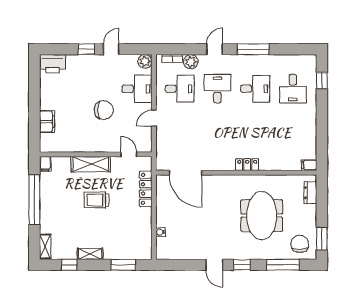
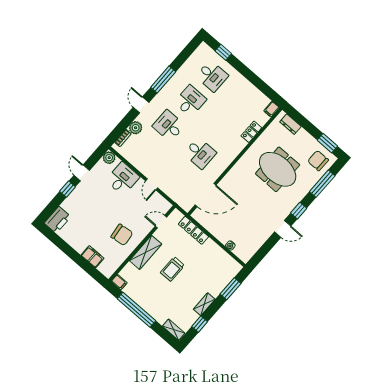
desk: (180, 89) -> (200, 153), moved, turned 90
chair: (104, 110) -> (122, 235), moved, turned 83
locker: (247, 165) -> (251, 132), moved

